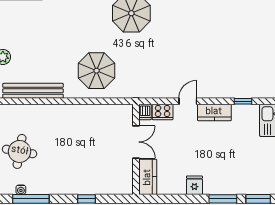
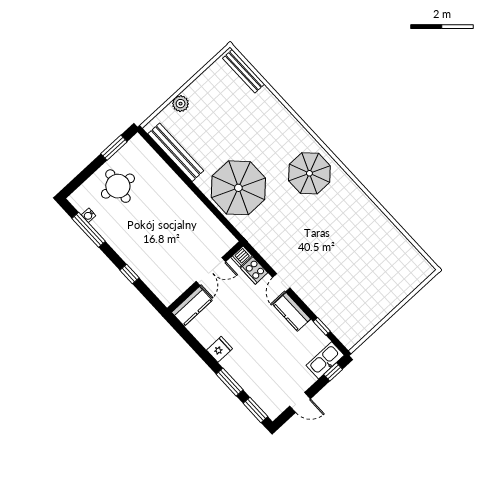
parasol: (97, 71) -> (238, 188), width x1.36, depth x1.36
door: (188, 101) -> (281, 283), swing flipped

